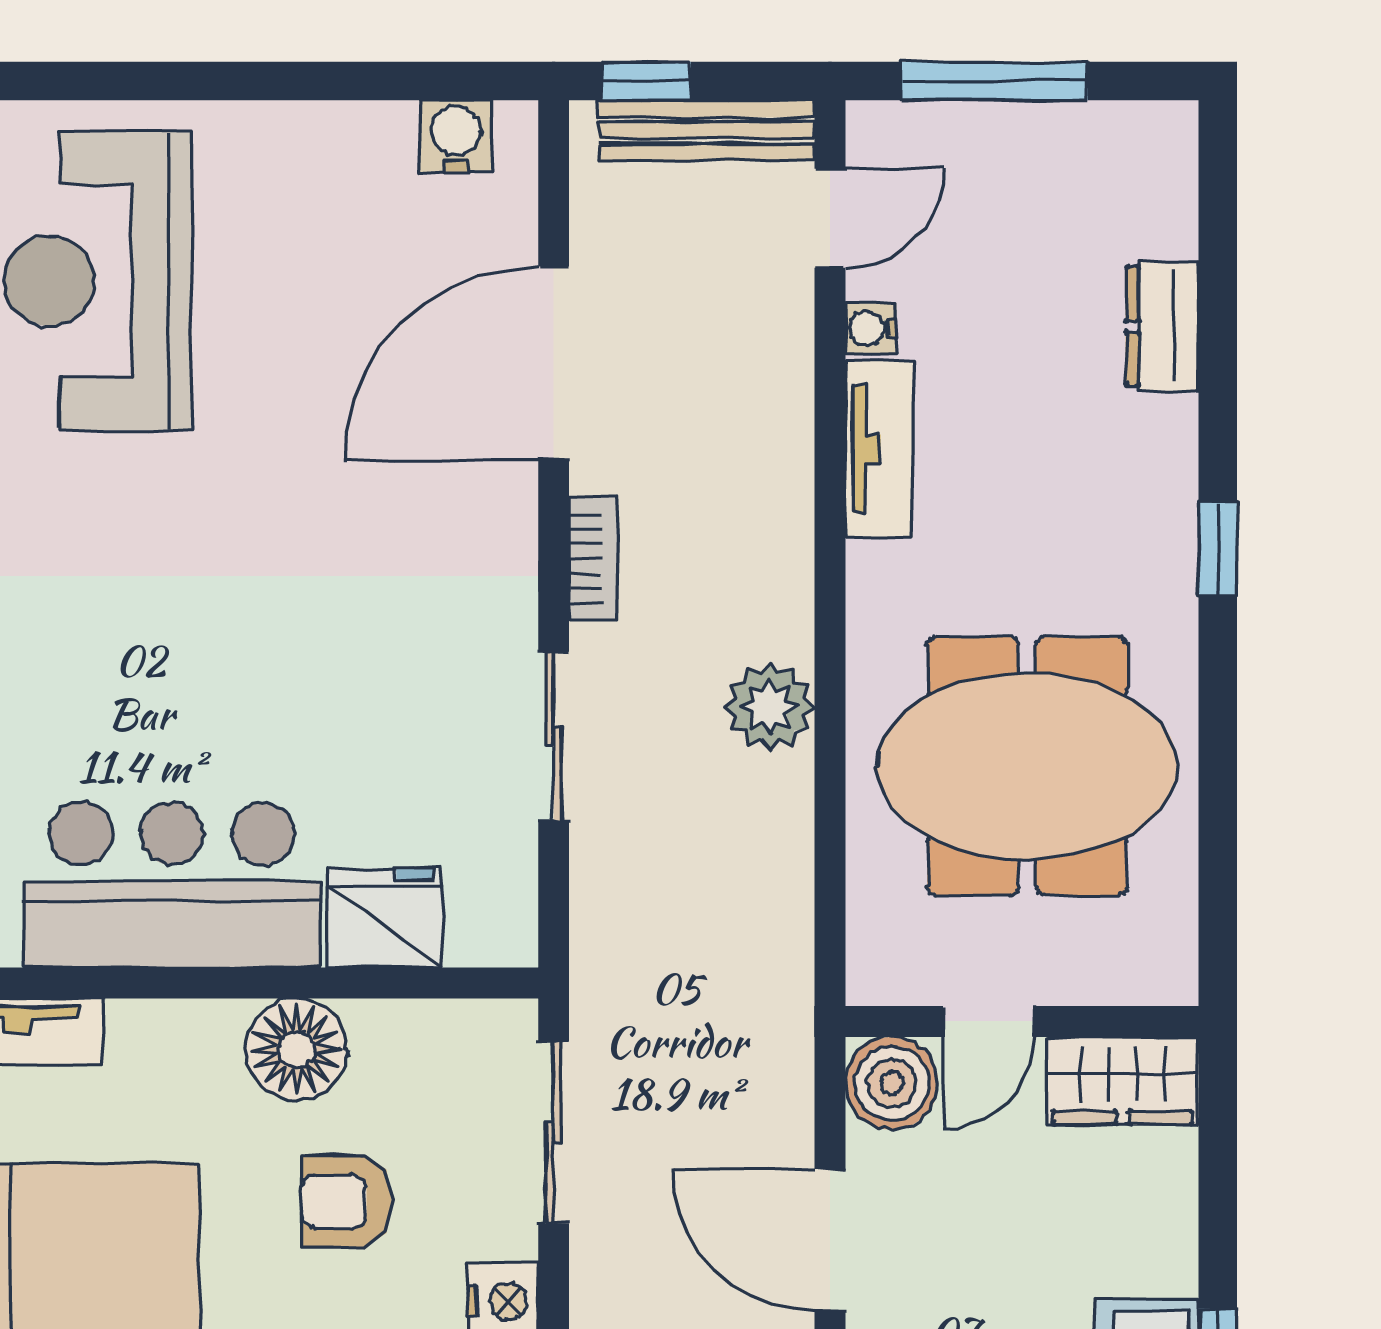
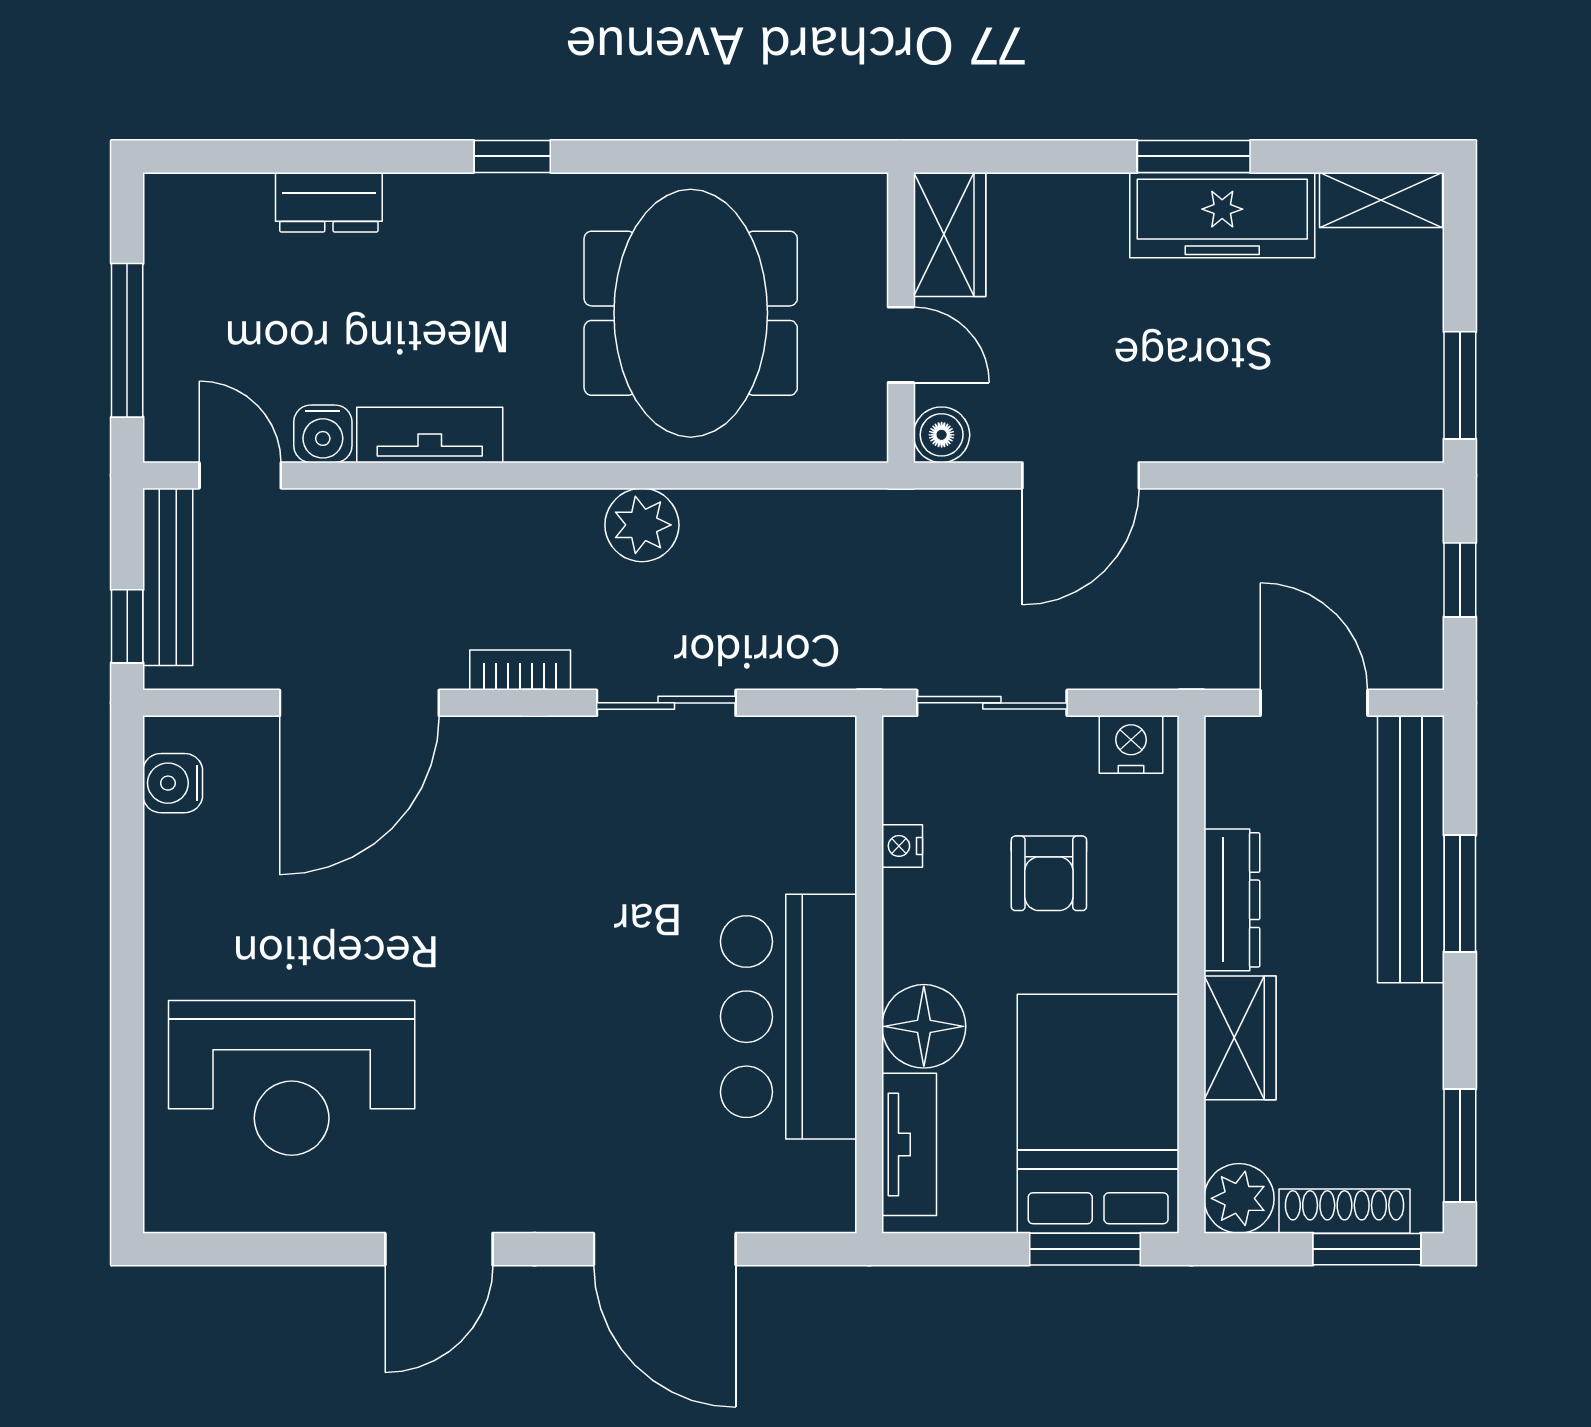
water cooler: (871, 329) -> (323, 434), width x1.38, depth x1.38
door: (554, 363) -> (359, 703), hinge flipped
fridge: (385, 918) -> (816, 842), removed
nightstand: (380, 1023) -> (902, 846), added
floor lamp: (297, 1049) -> (924, 1026), moved
boiler: (892, 1083) -> (942, 435), width x0.73, depth x0.73

